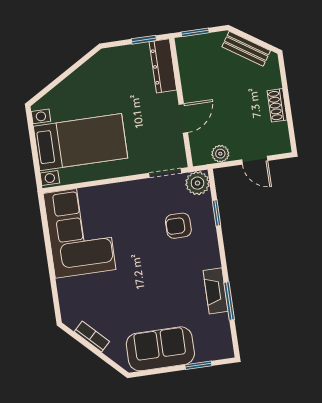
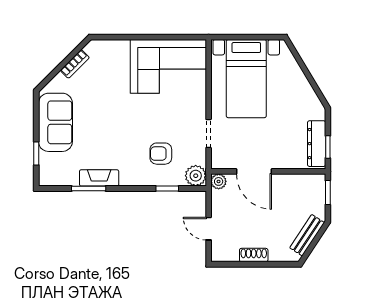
dresser: (163, 66) -> (317, 144), moved, turned -90
door: (183, 118) -> (254, 171), width x1.38
plant: (220, 154) -> (219, 181), moved
door: (255, 160) -> (209, 229), hinge flipped
doorway: (165, 173) -> (209, 133), moved
armchair: (178, 226) -> (161, 154), turned -90

